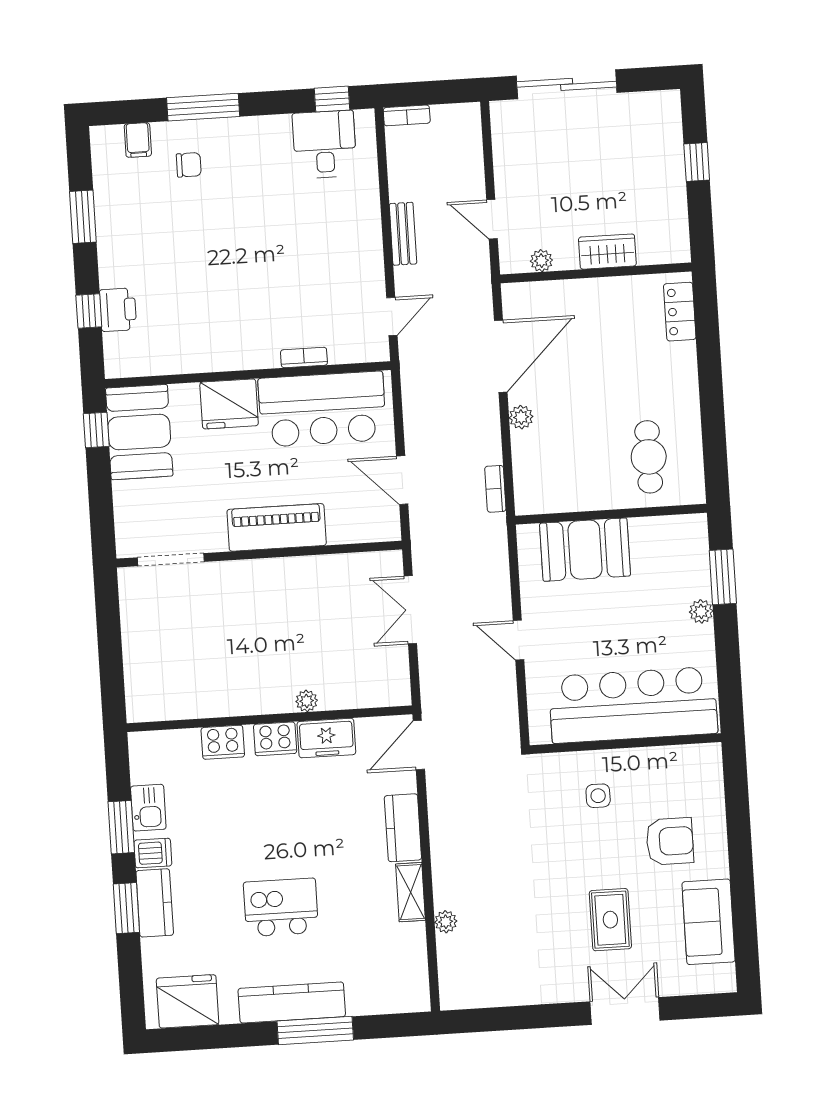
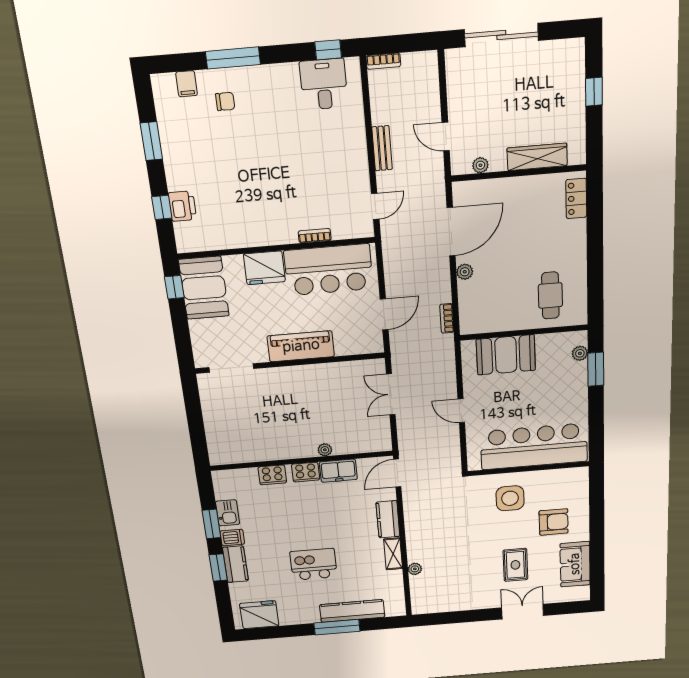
wardrobe: (607, 252) -> (537, 157), width x1.50
door: (402, 480) -> (384, 314), swing flipped
plant: (701, 611) -> (580, 353), moved
side table: (598, 796) -> (510, 498), width x1.87, depth x1.87
kitchen counter: (292, 1003) -> (352, 611), moved

